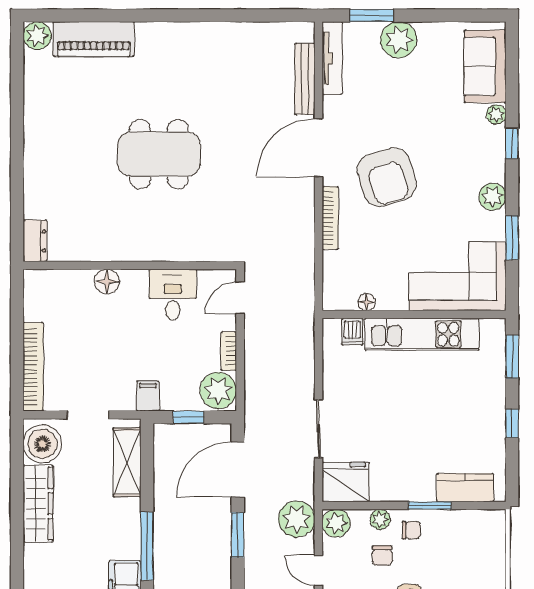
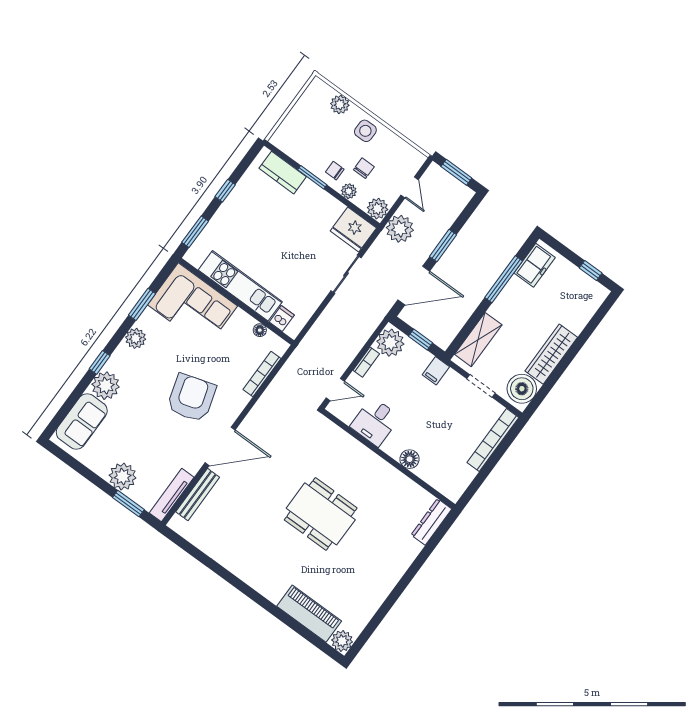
plant: (496, 115) -> (106, 386), width x1.87, depth x1.87
bookcase: (330, 218) -> (262, 374), moved
dresser: (35, 241) -> (431, 522), width x1.44

